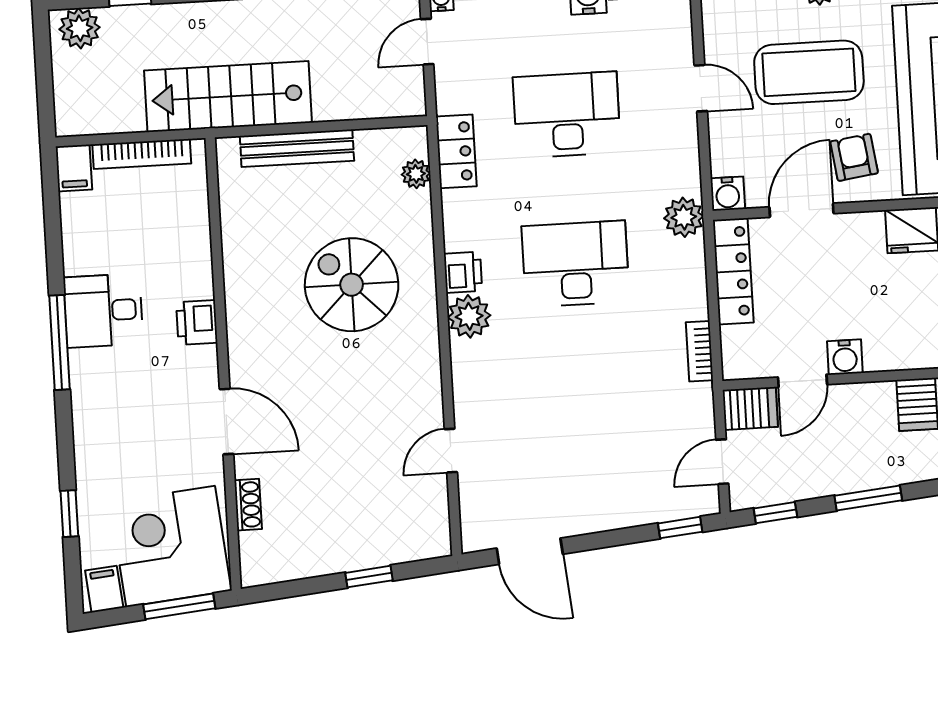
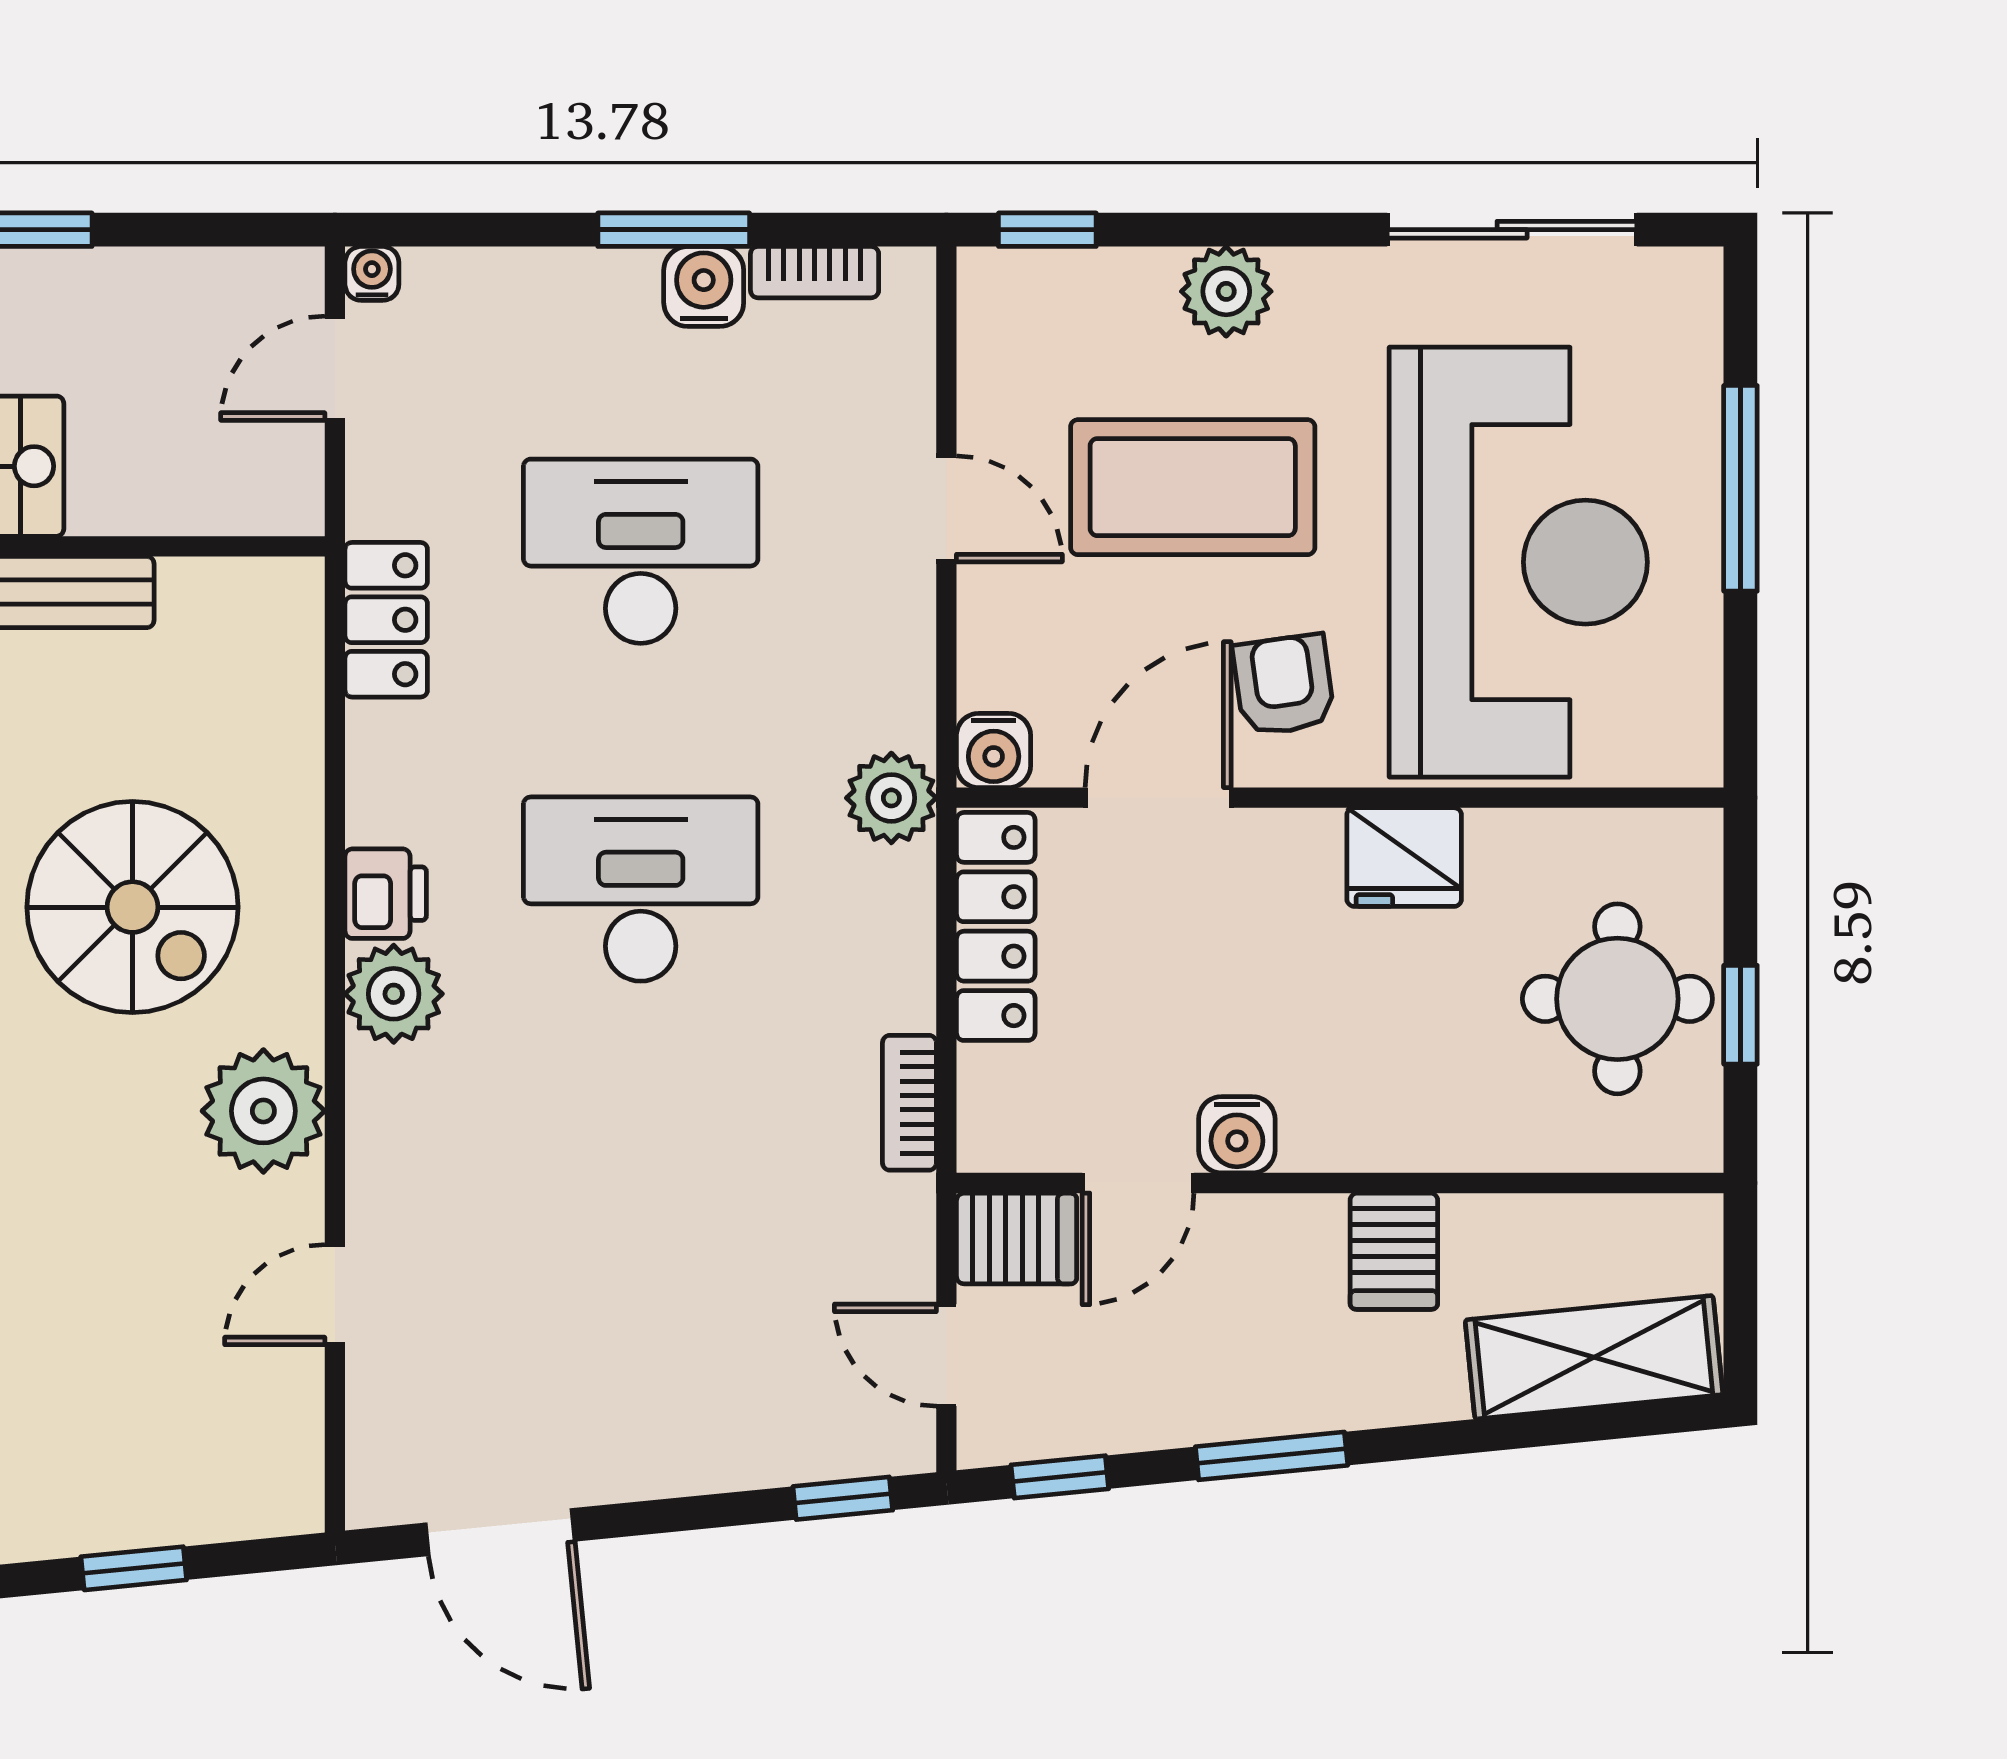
plant: (416, 174) -> (263, 1111), moved, width x1.88, depth x1.88
spiral stairs: (352, 285) -> (132, 907), turned 180
door: (722, 462) -> (946, 1355), hinge flipped

